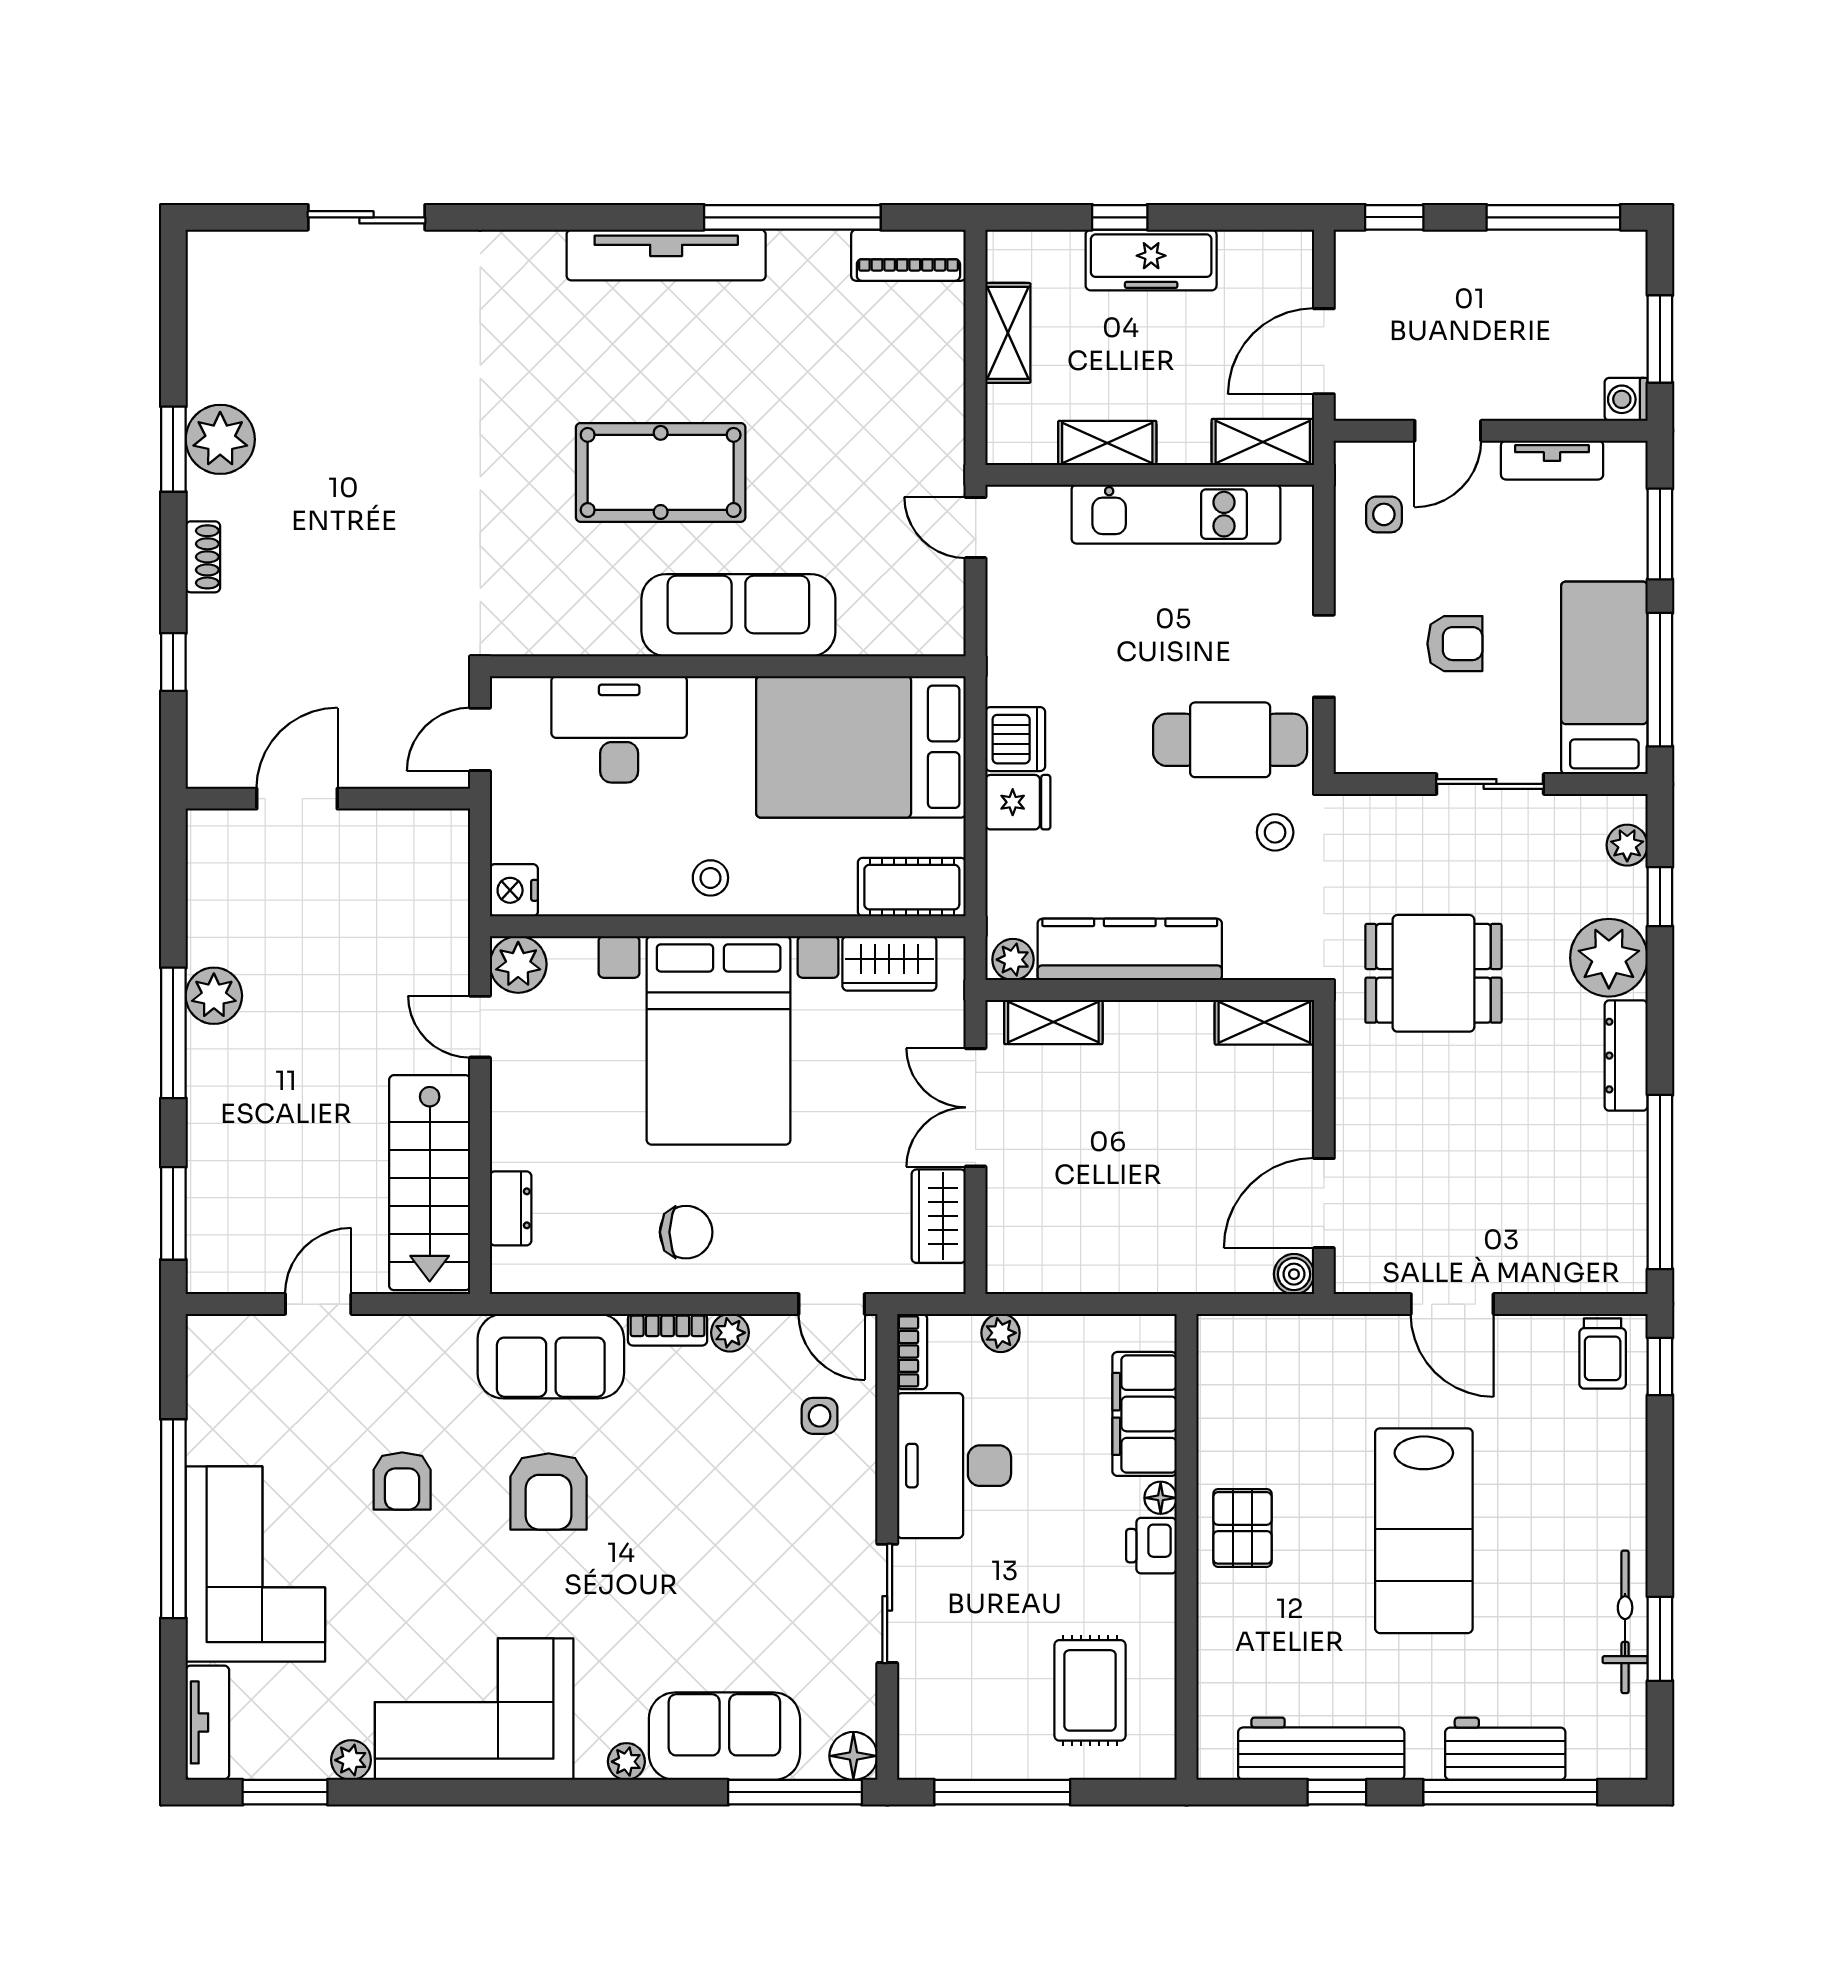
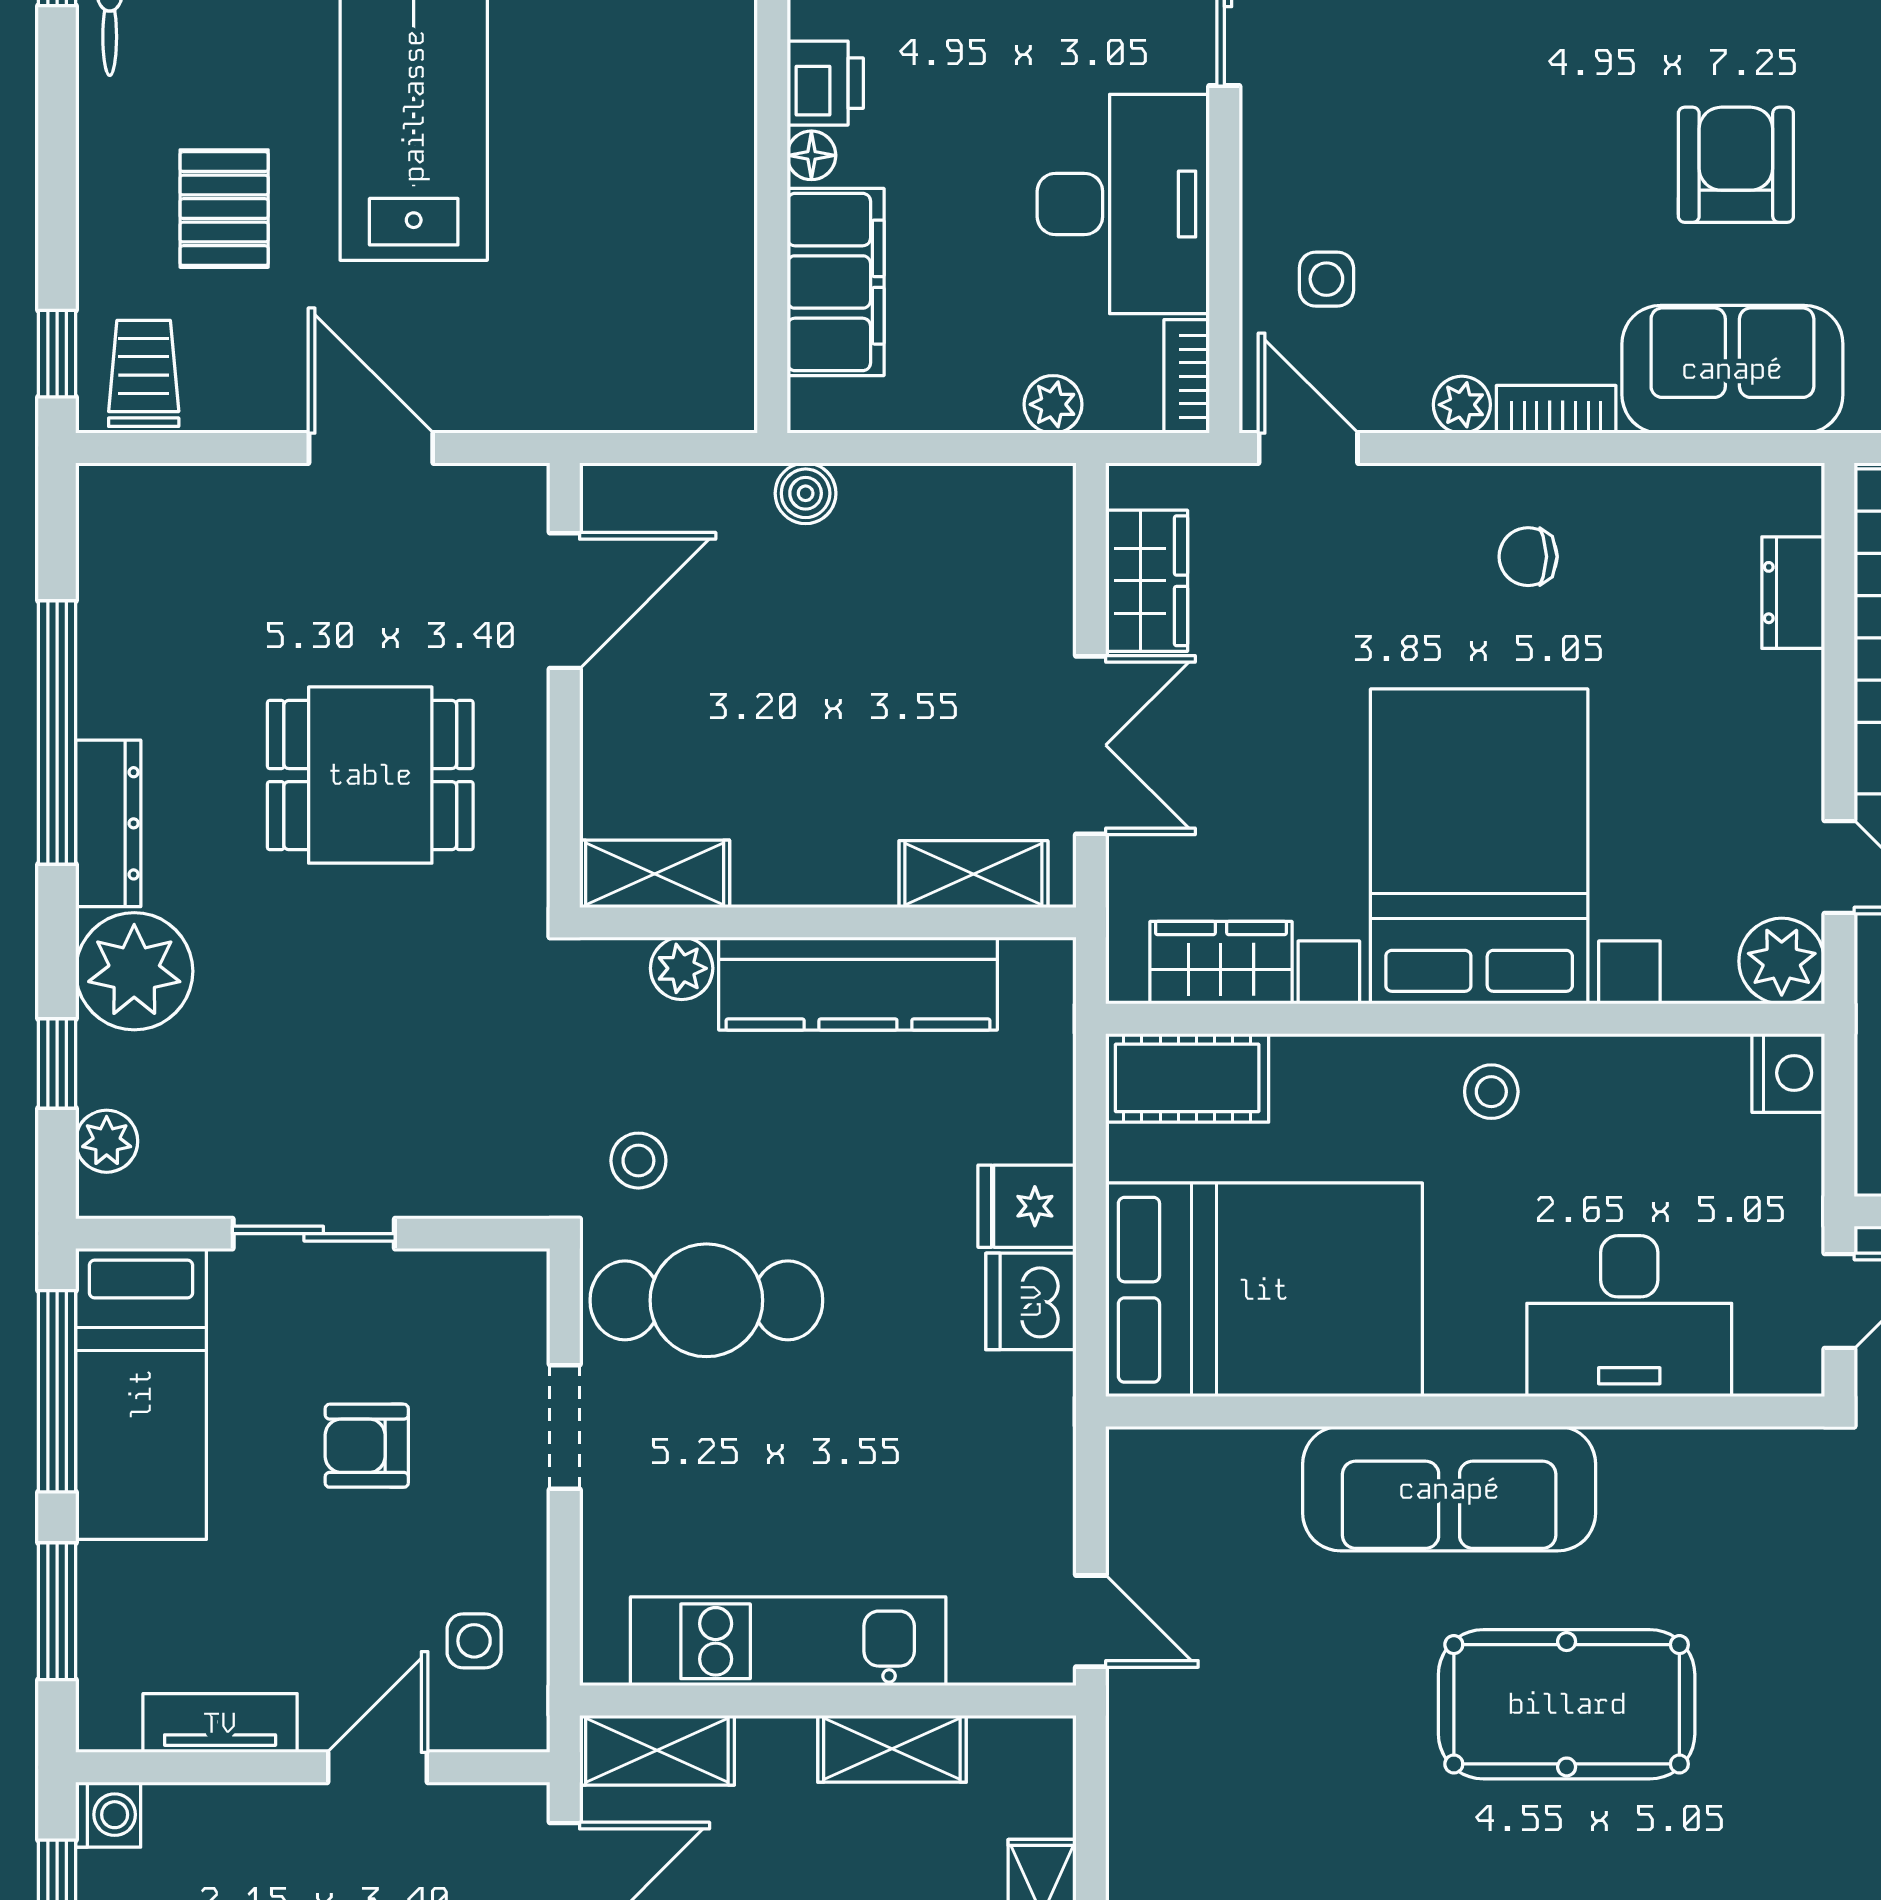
plant: (1013, 960) -> (682, 968), moved
dining table: (1433, 973) -> (370, 775), moved
window: (1660, 1182) -> (57, 732), moved
chair: (686, 1232) -> (1528, 557), width x0.73, depth x0.73
boiler: (1294, 1274) -> (806, 493), moved
pallet: (1242, 1528) -> (224, 209), moved

